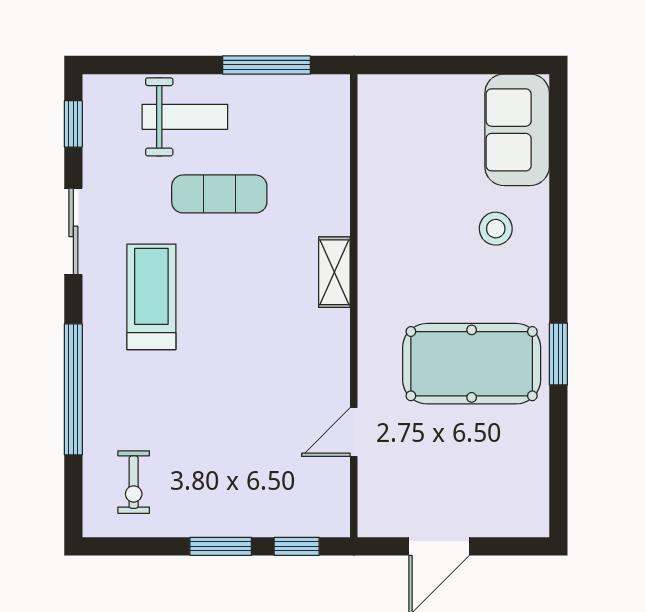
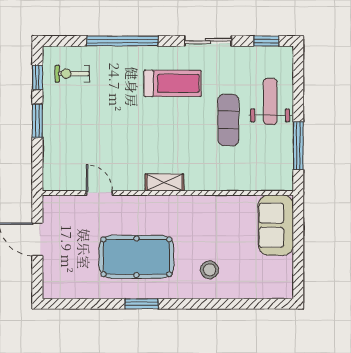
weight bench: (185, 117) -> (270, 101), turned 180
sofa: (517, 130) -> (276, 225), moved, turned -90
shelving: (334, 272) -> (164, 182), moved
pool table: (472, 364) -> (136, 257), turned 90
window: (297, 546) -> (37, 77), moved

